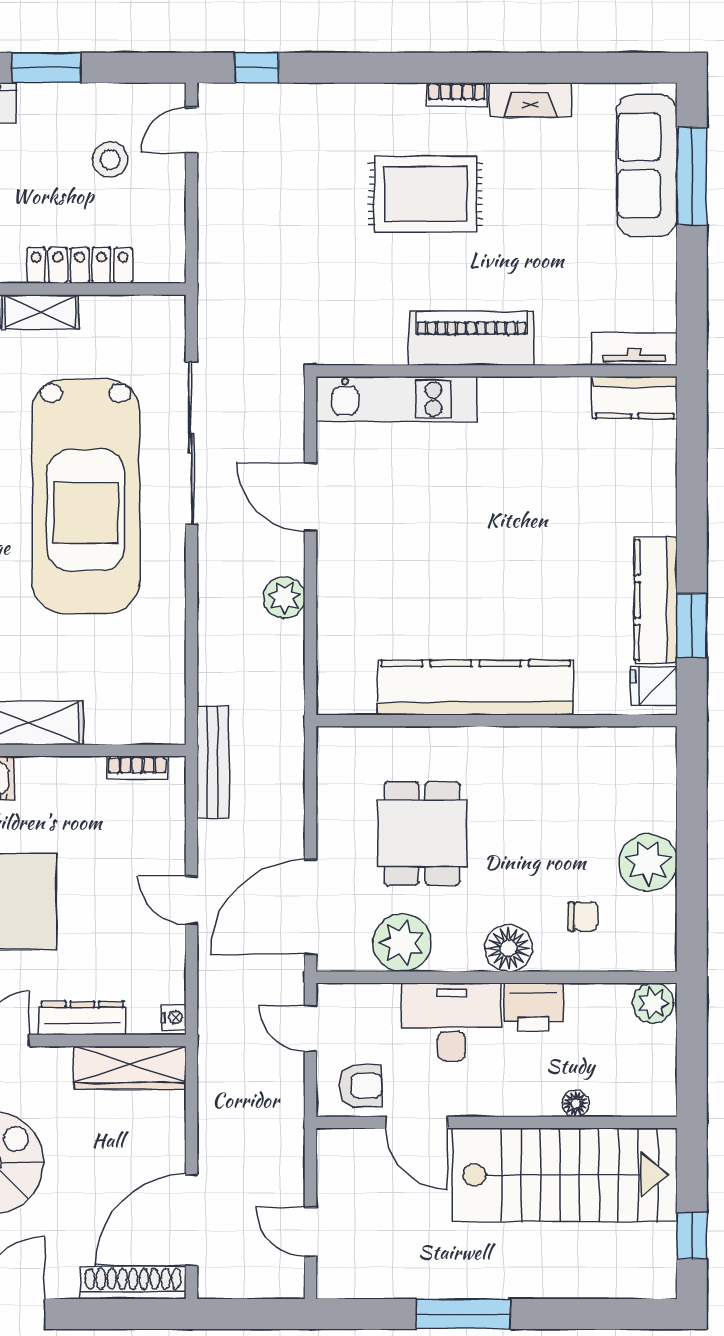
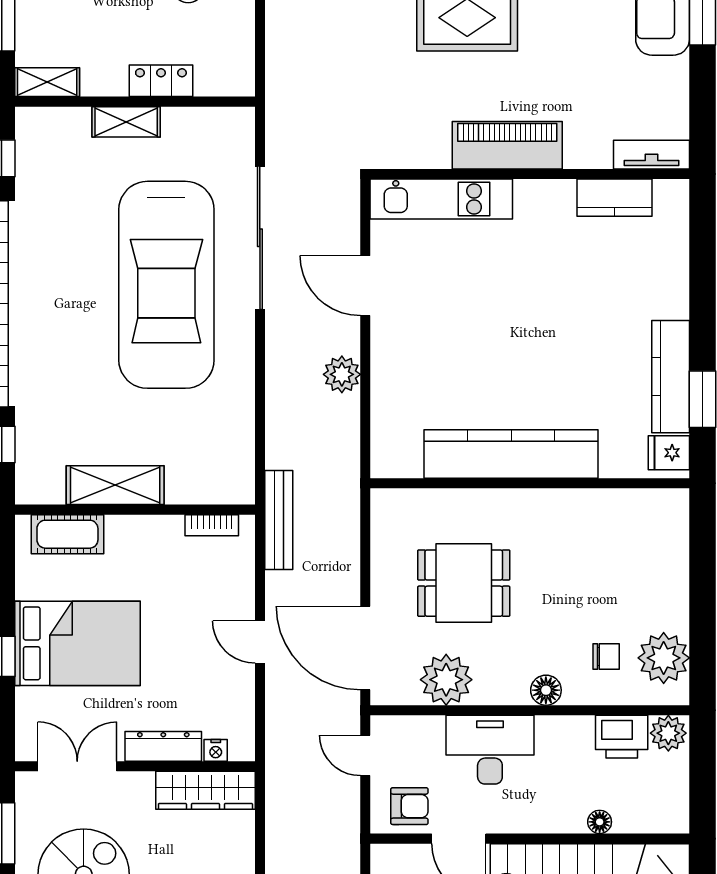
locker: (80, 265) -> (161, 81), width x0.66
kitchen counter: (635, 398) -> (614, 198), moved
dining table: (422, 833) -> (464, 583), turned 90
plant: (648, 863) -> (664, 658), moved
door: (311, 907) -> (365, 648), hinge flipped
floor lamp: (508, 948) -> (546, 690), width x0.73, depth x0.73
printer: (534, 1007) -> (622, 737), moved
nightstand: (174, 1017) -> (216, 750), moved, turned 90

